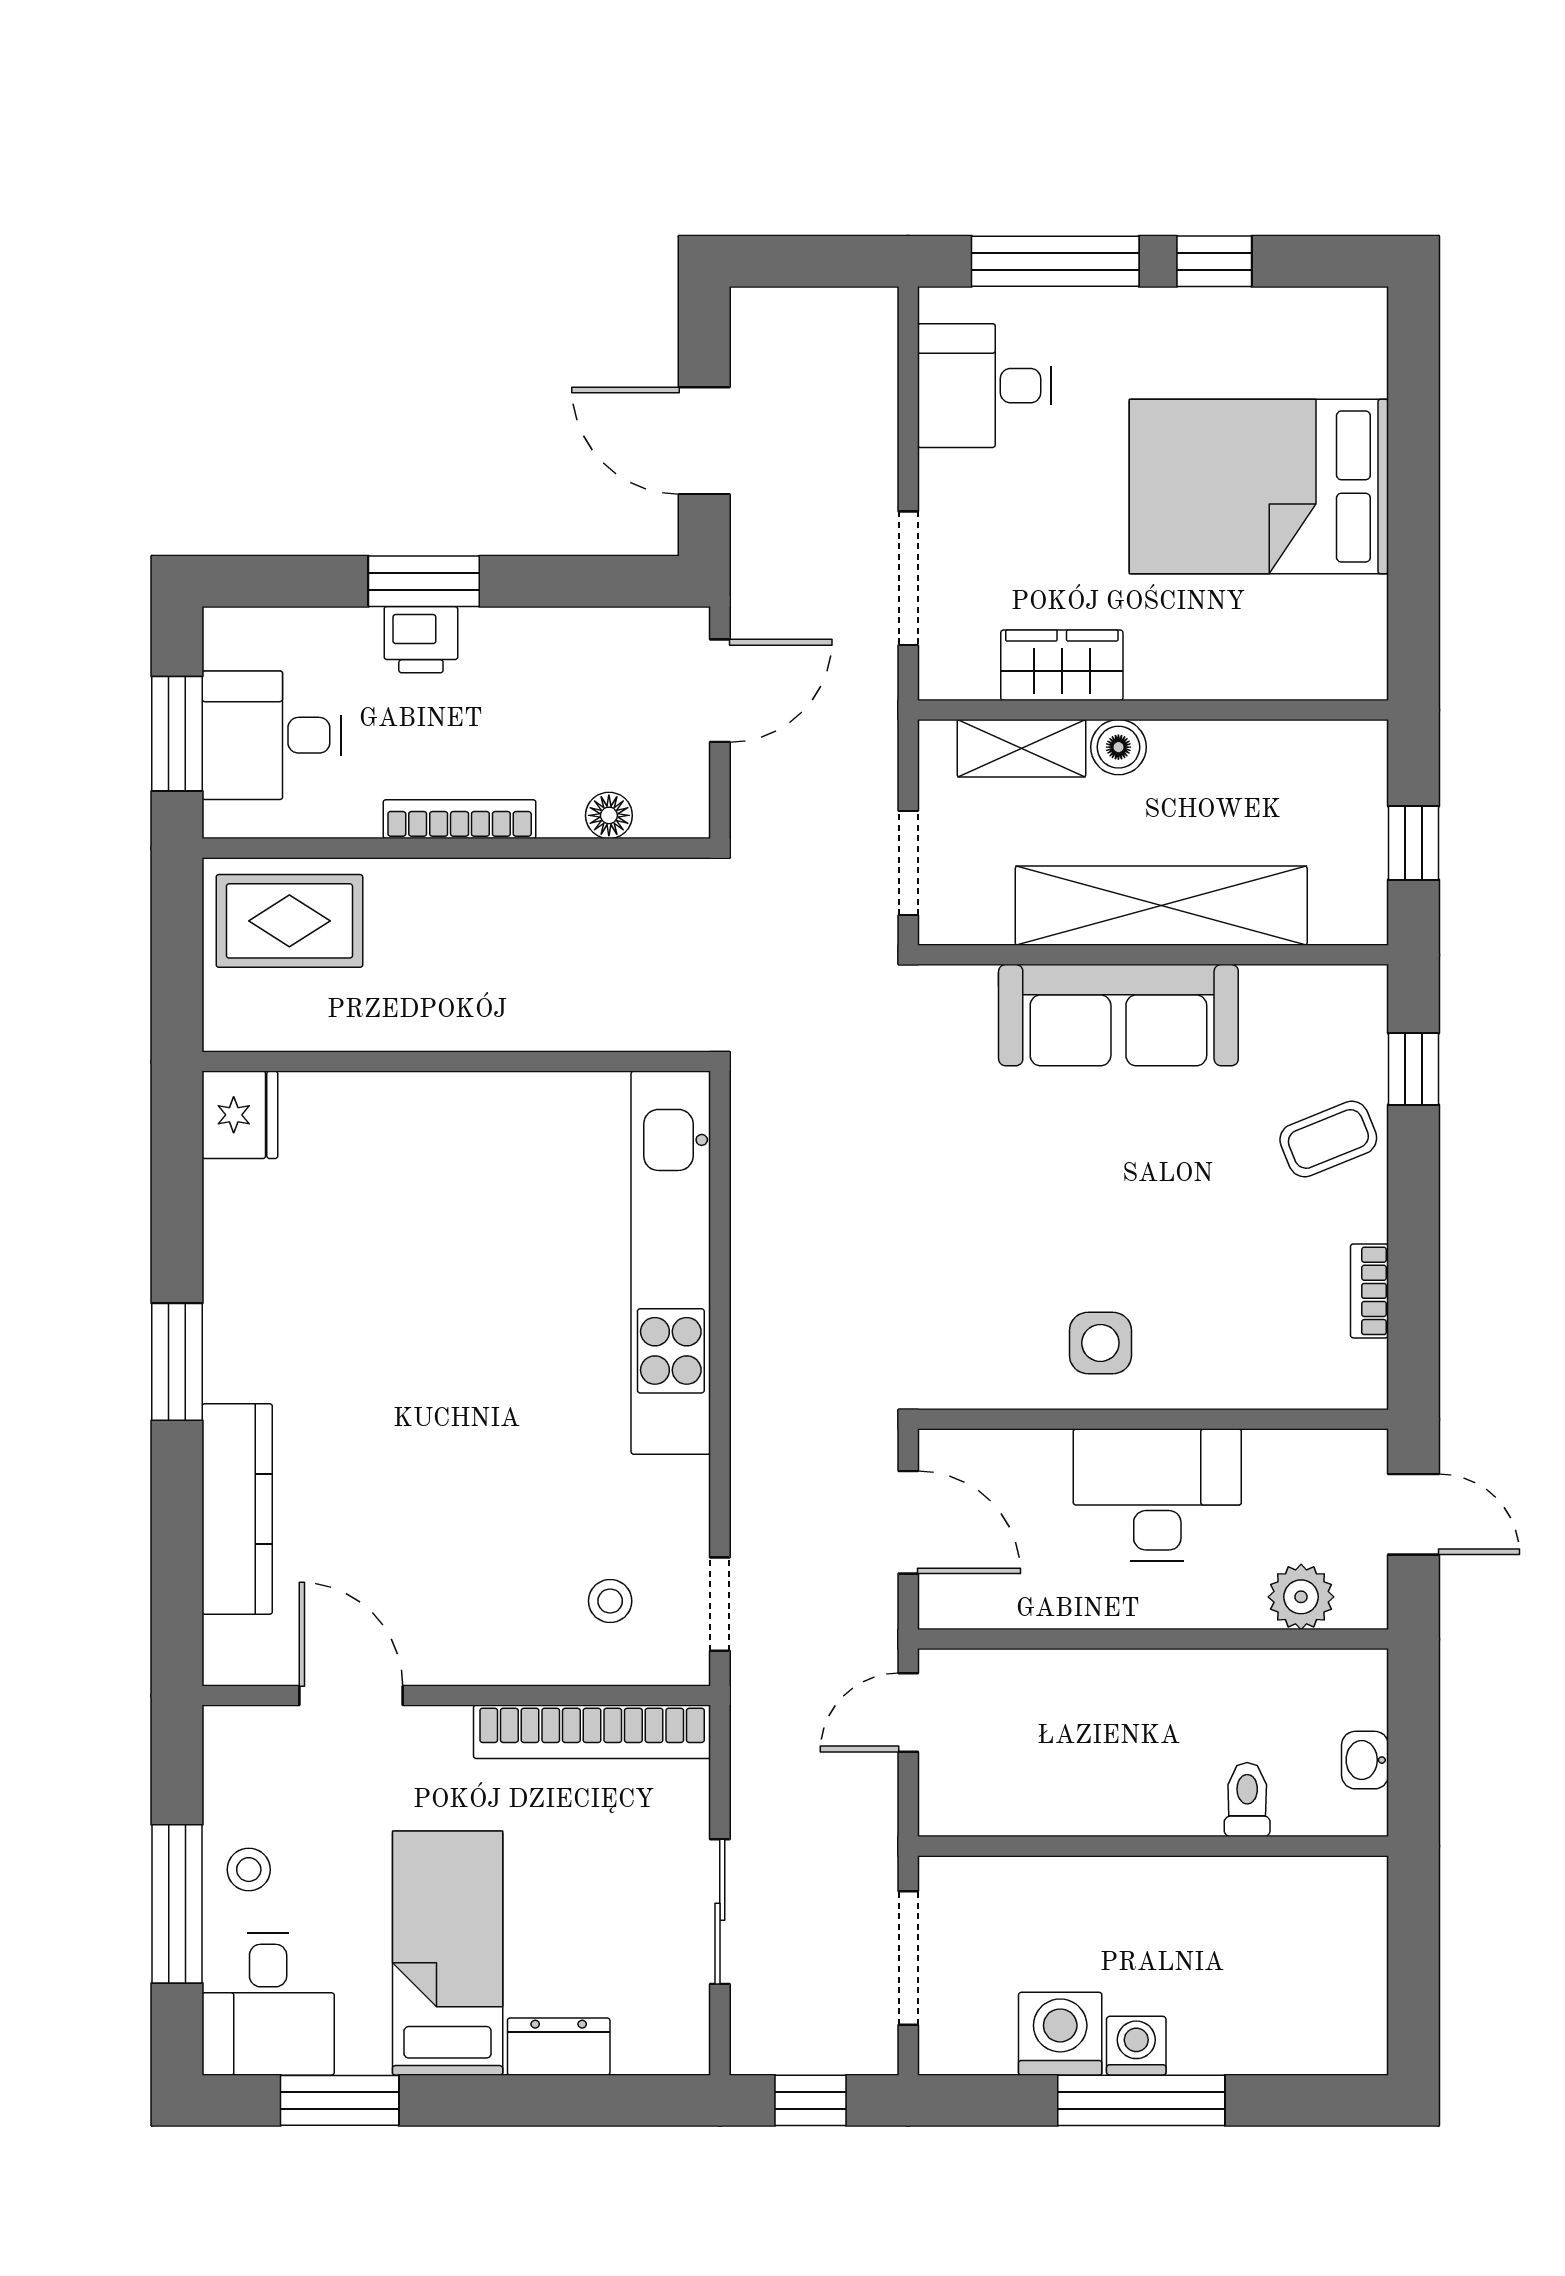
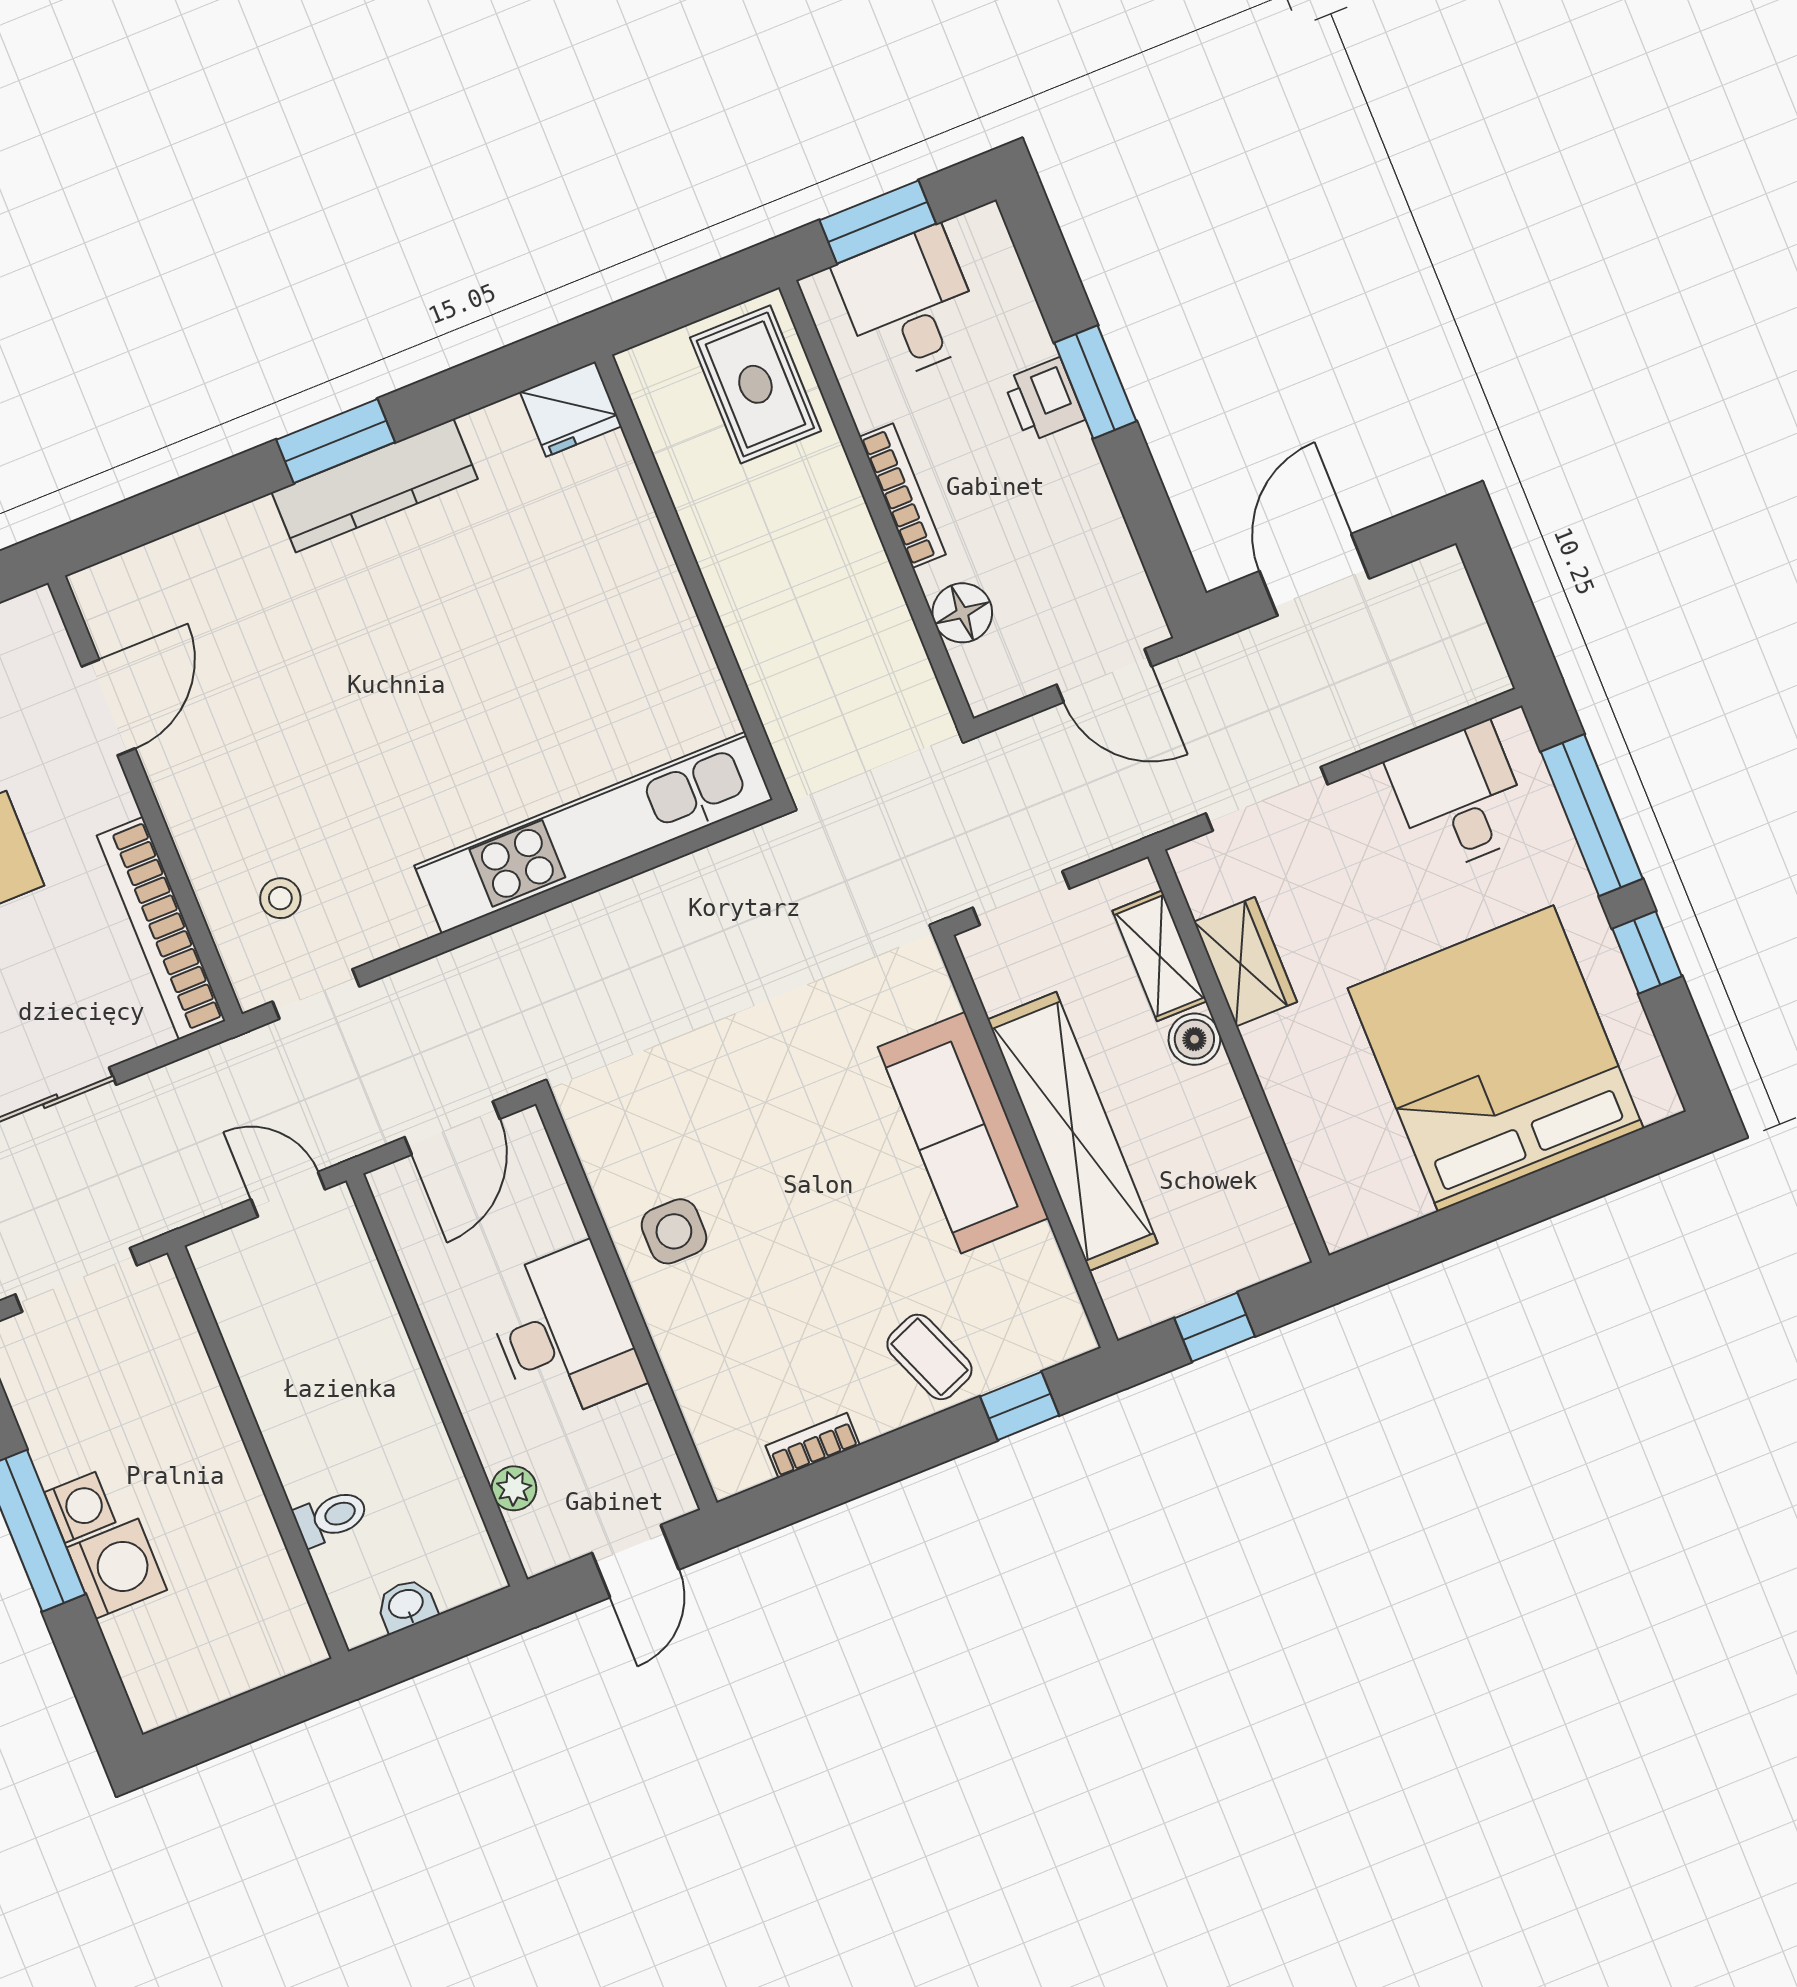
bed: (1259, 487) -> (1496, 1058), width x1.36
floor lamp: (609, 815) -> (962, 613), width x1.37, depth x1.37
kitchen counter: (237, 1509) -> (375, 486), moved
plant: (1301, 1597) -> (514, 1488), width x0.73, depth x0.73
washing machine: (1060, 2034) -> (117, 1569), moved

